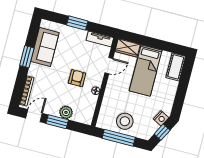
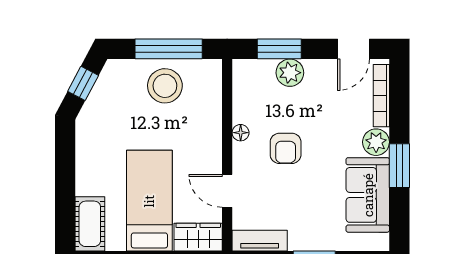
door: (109, 66) -> (227, 191), hinge flipped
plant: (35, 70) -> (376, 142), added
nightstand: (161, 118) -> (93, 111), removed
window: (57, 122) -> (279, 49), moved

